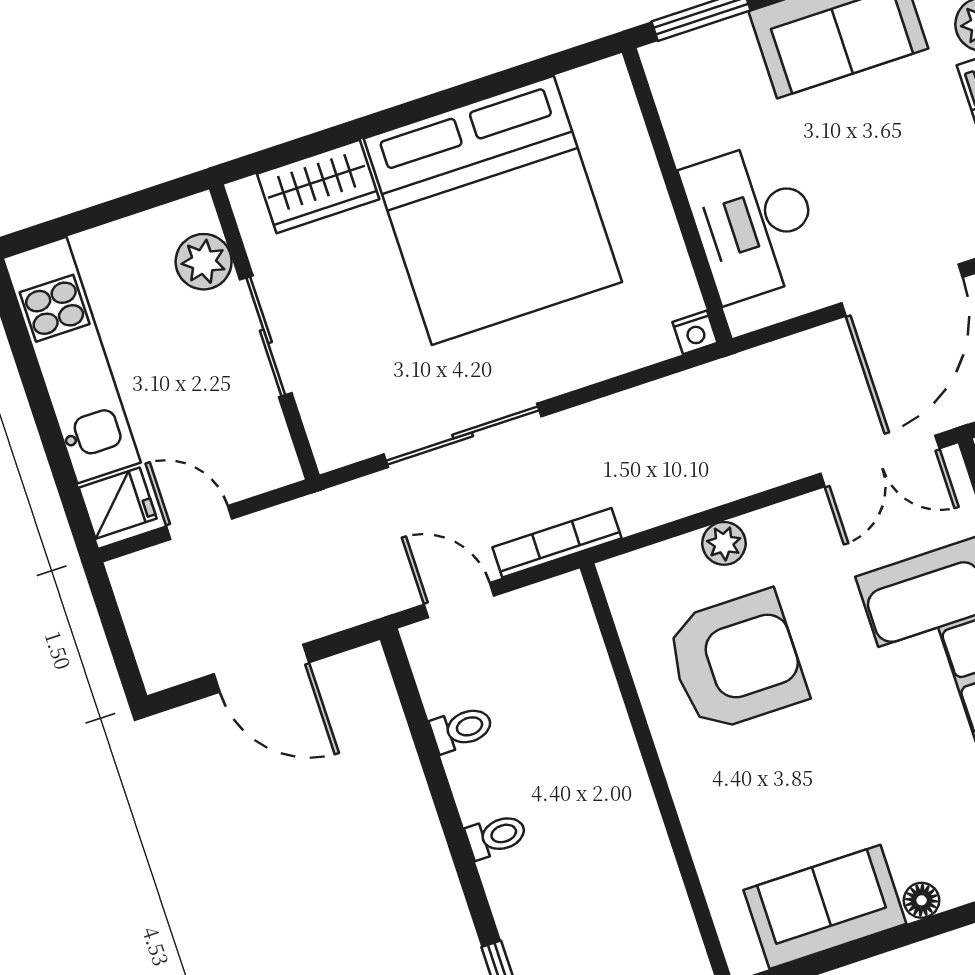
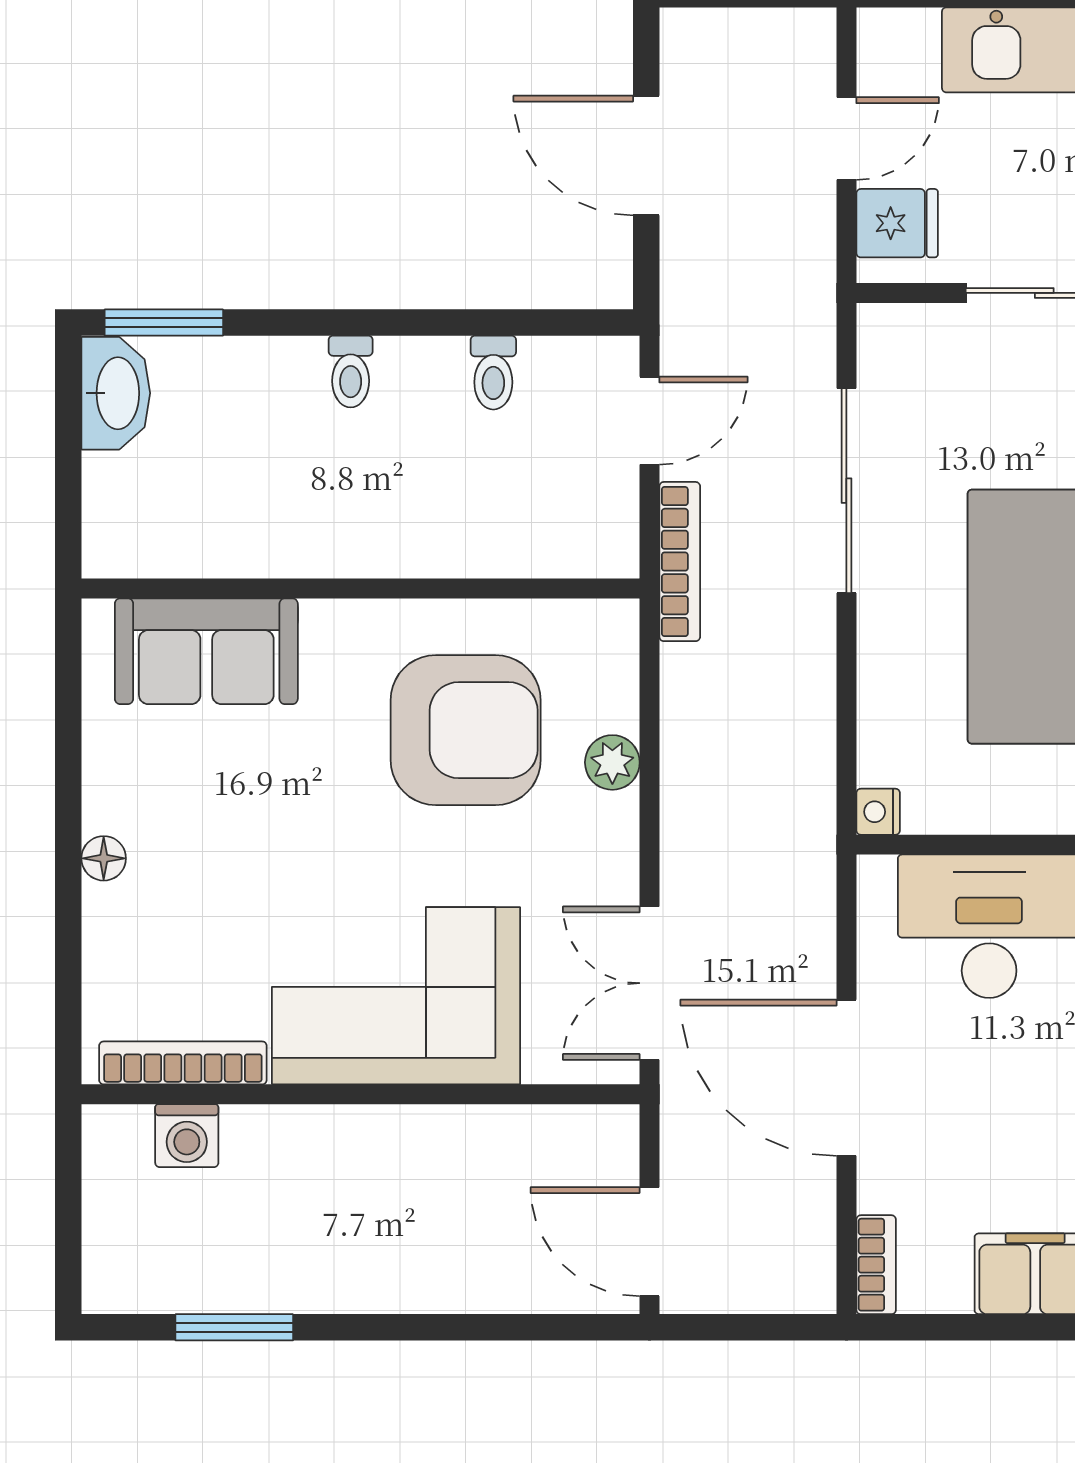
fridge: (118, 503) -> (897, 223), moved, turned -90
armchair: (736, 661) -> (466, 730), turned -90
door: (261, 668) -> (646, 156), hinge flipped
sofa: (825, 907) -> (206, 651), moved, turned 90

